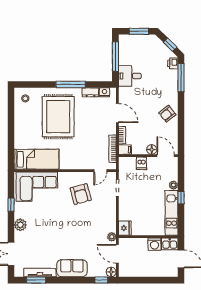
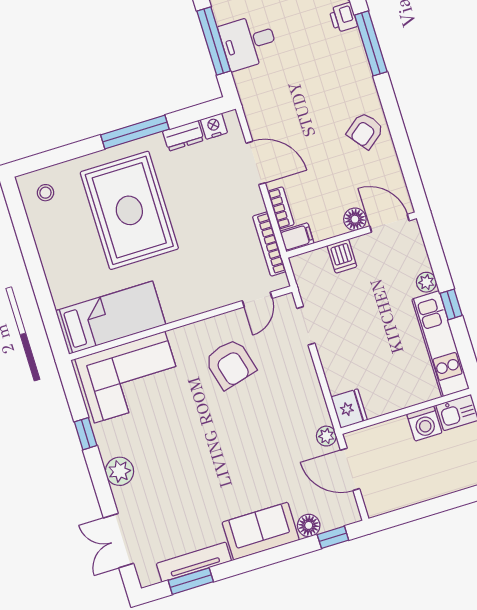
desk: (130, 76) -> (248, 42), moved
floor lamp: (111, 272) -> (309, 525), moved

